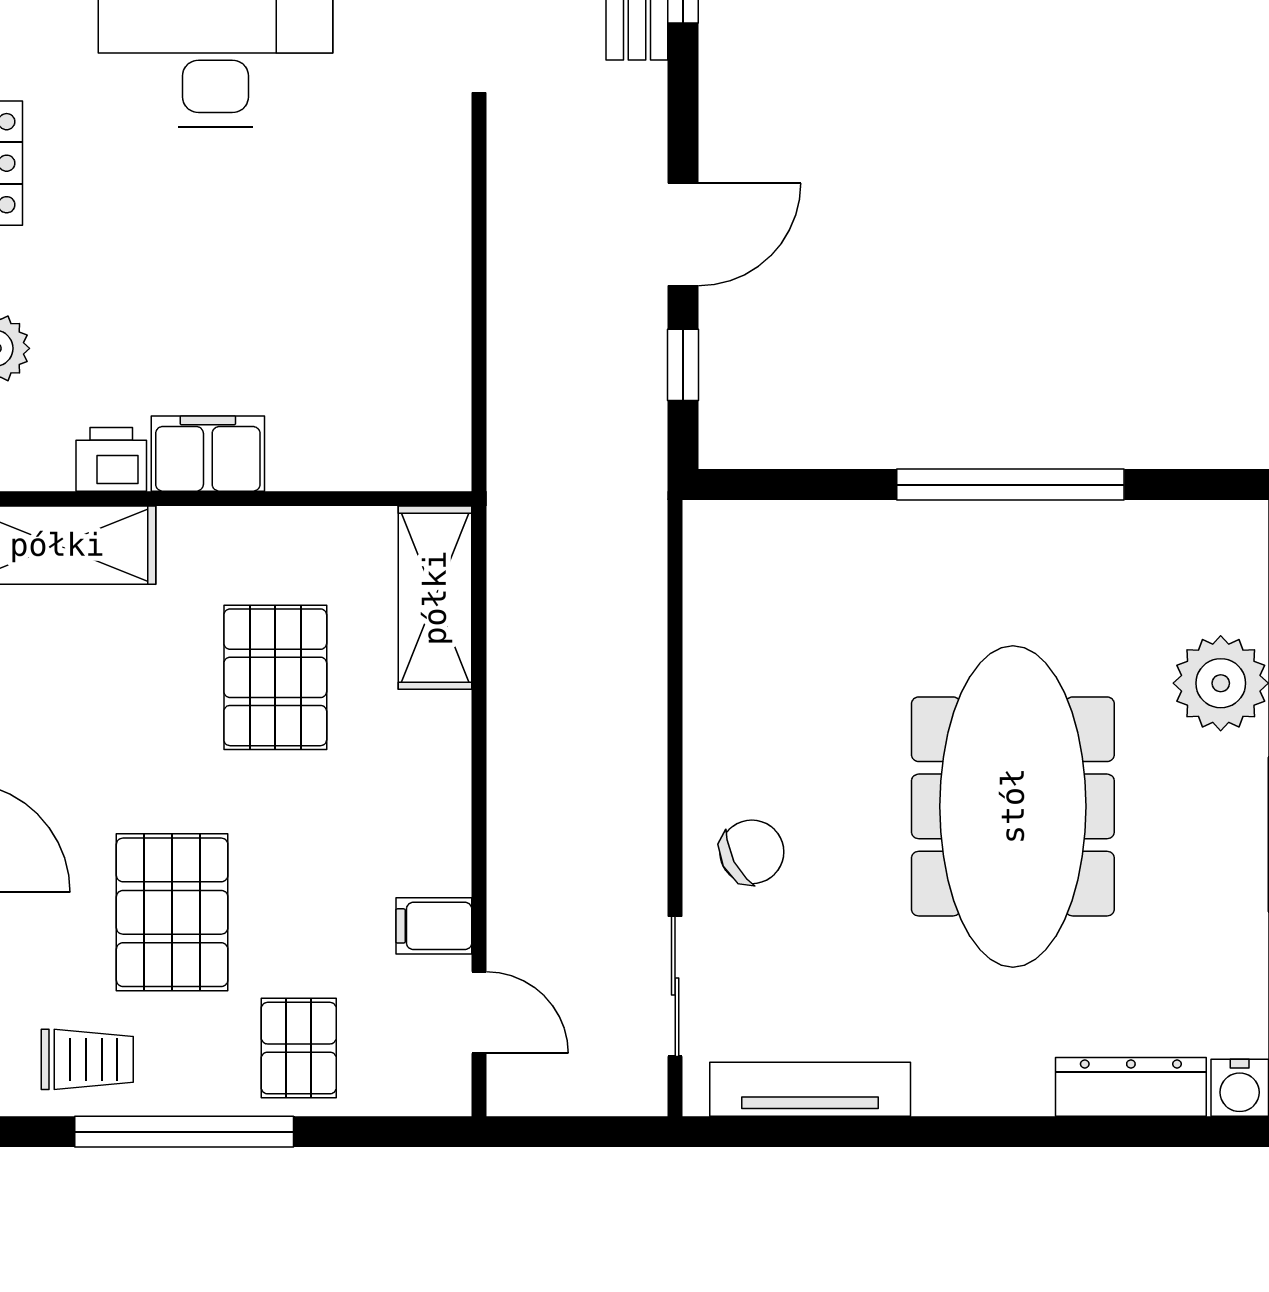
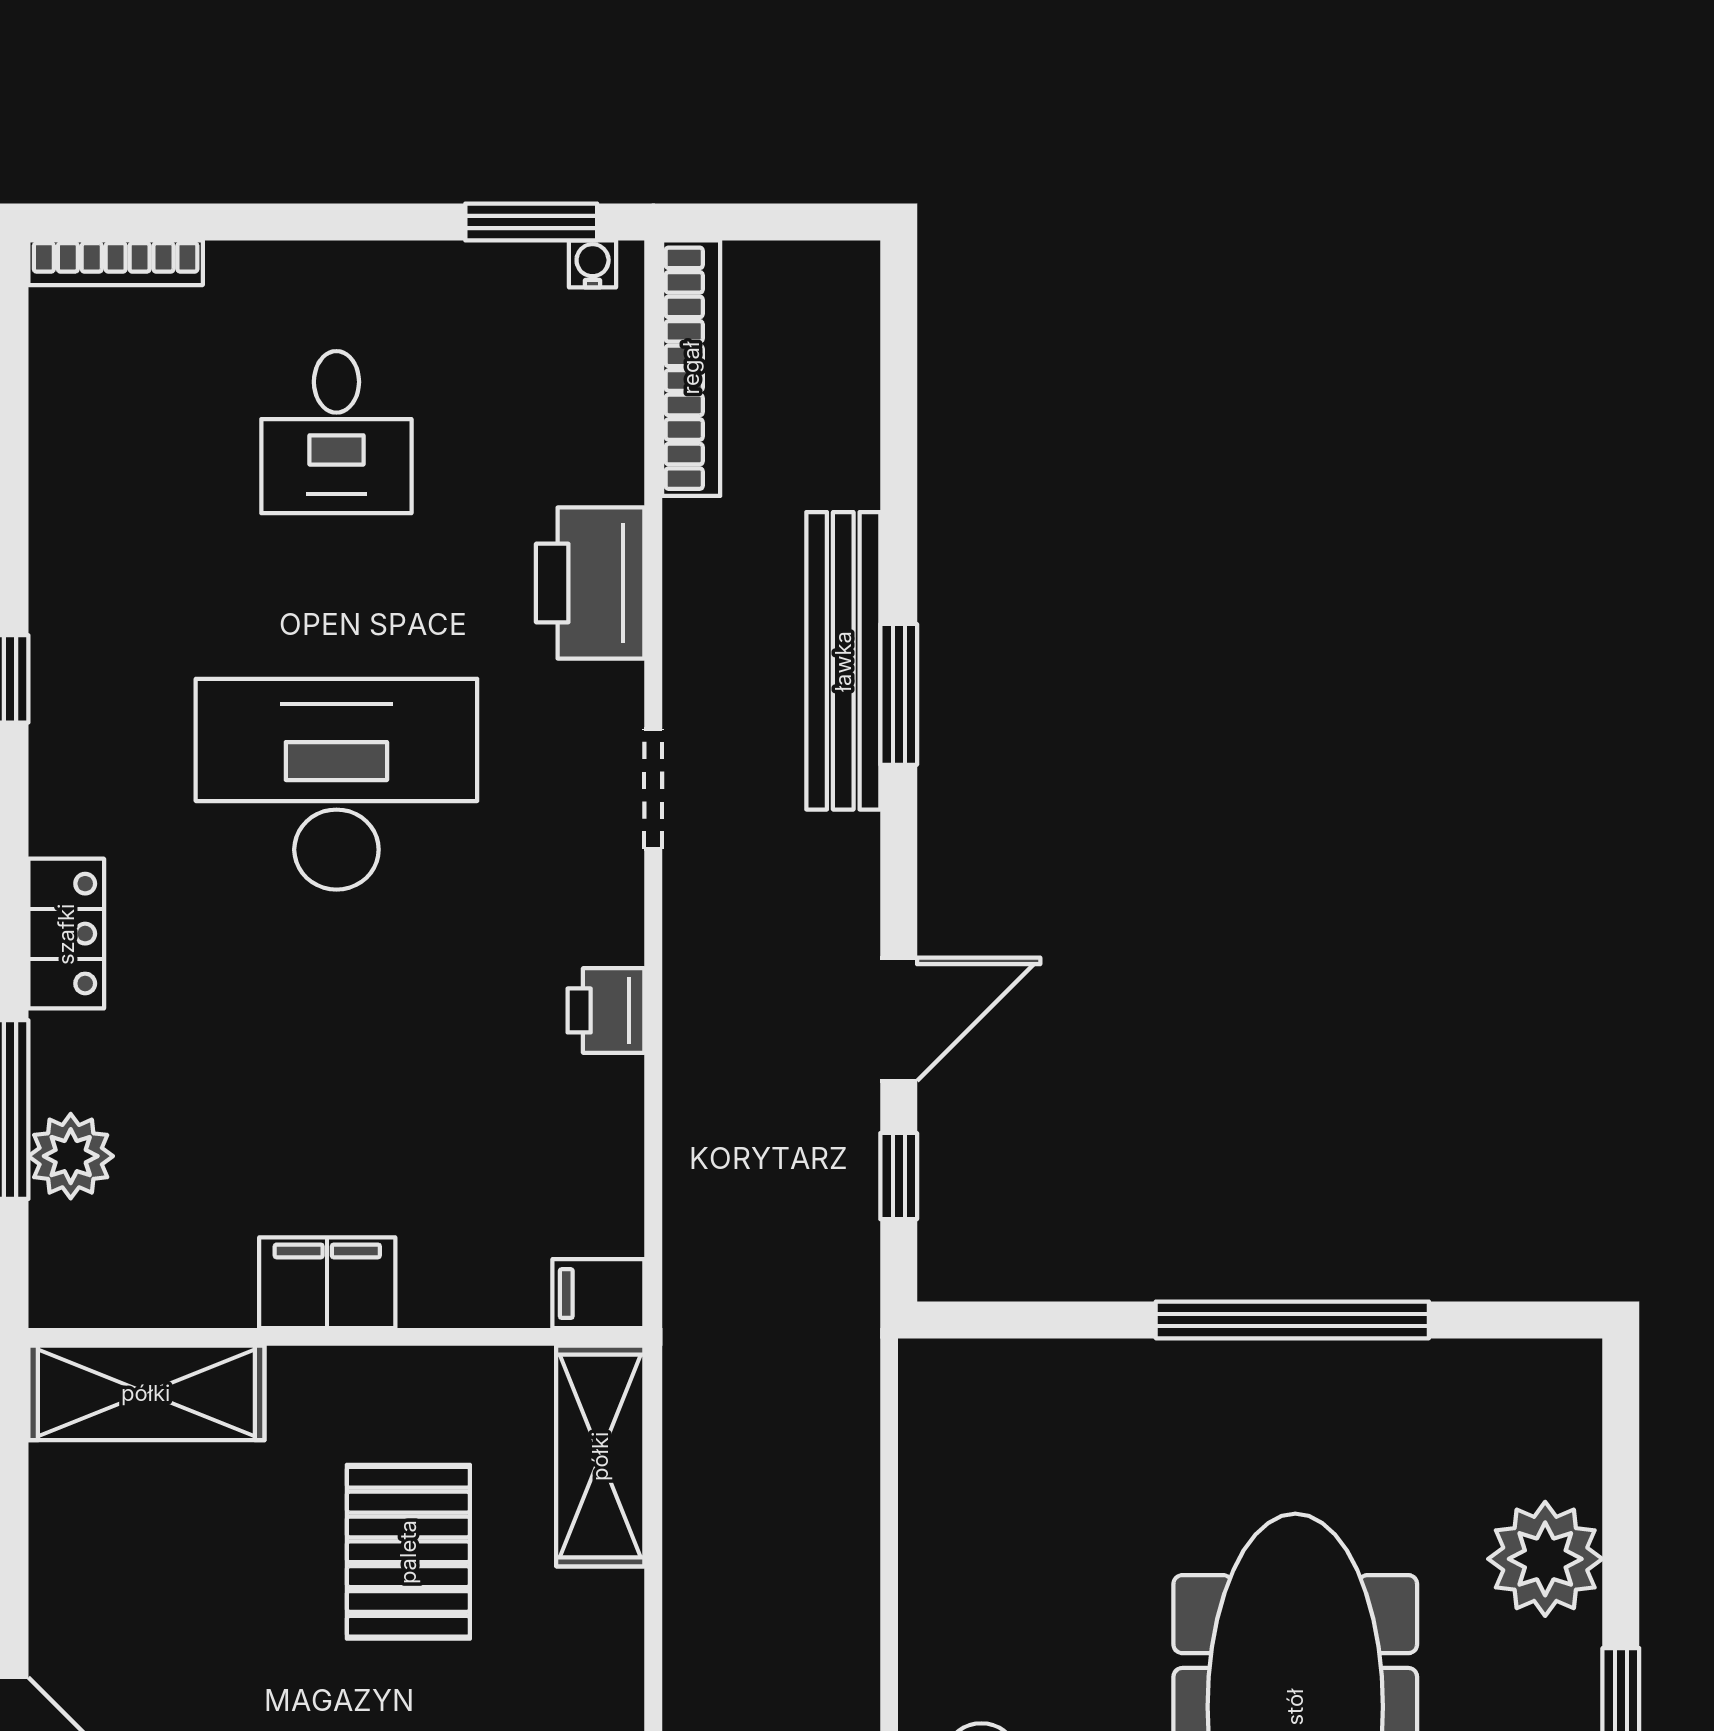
printer: (111, 459) -> (606, 1010), moved, turned -90
filing cabinet: (433, 463) -> (598, 1294), added

